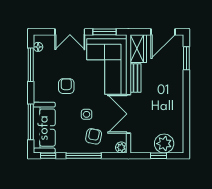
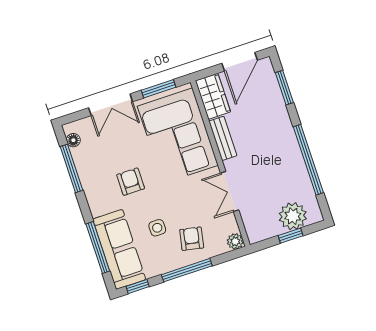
window: (186, 110) -> (308, 160), added
side table: (87, 114) -> (157, 228), moved
double door: (128, 114) -> (230, 192), width x0.73

